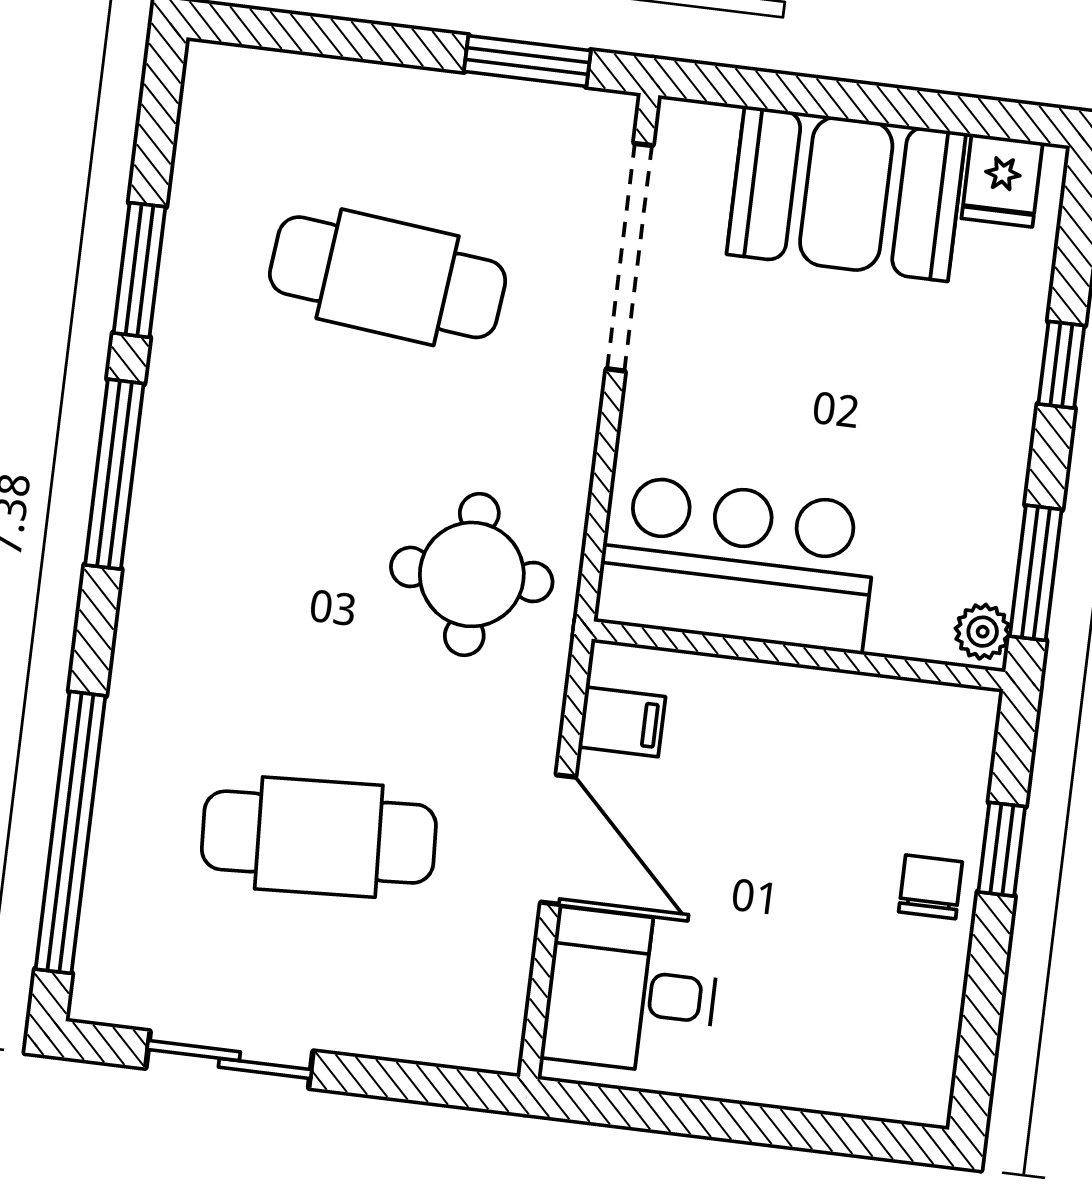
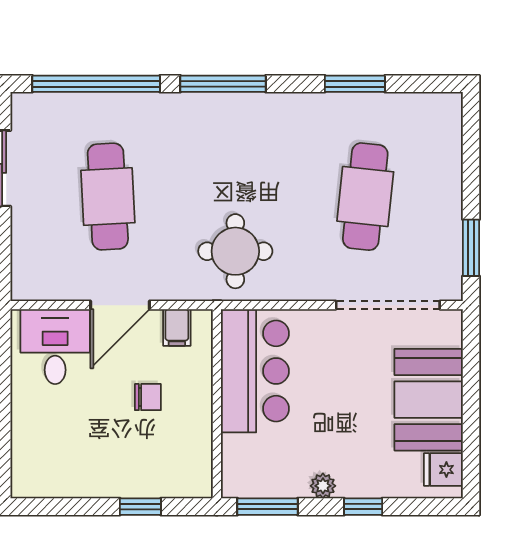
window: (114, 474) -> (223, 84), moved
plant: (983, 632) -> (323, 486), moved
chair: (931, 887) -> (148, 397), moved

